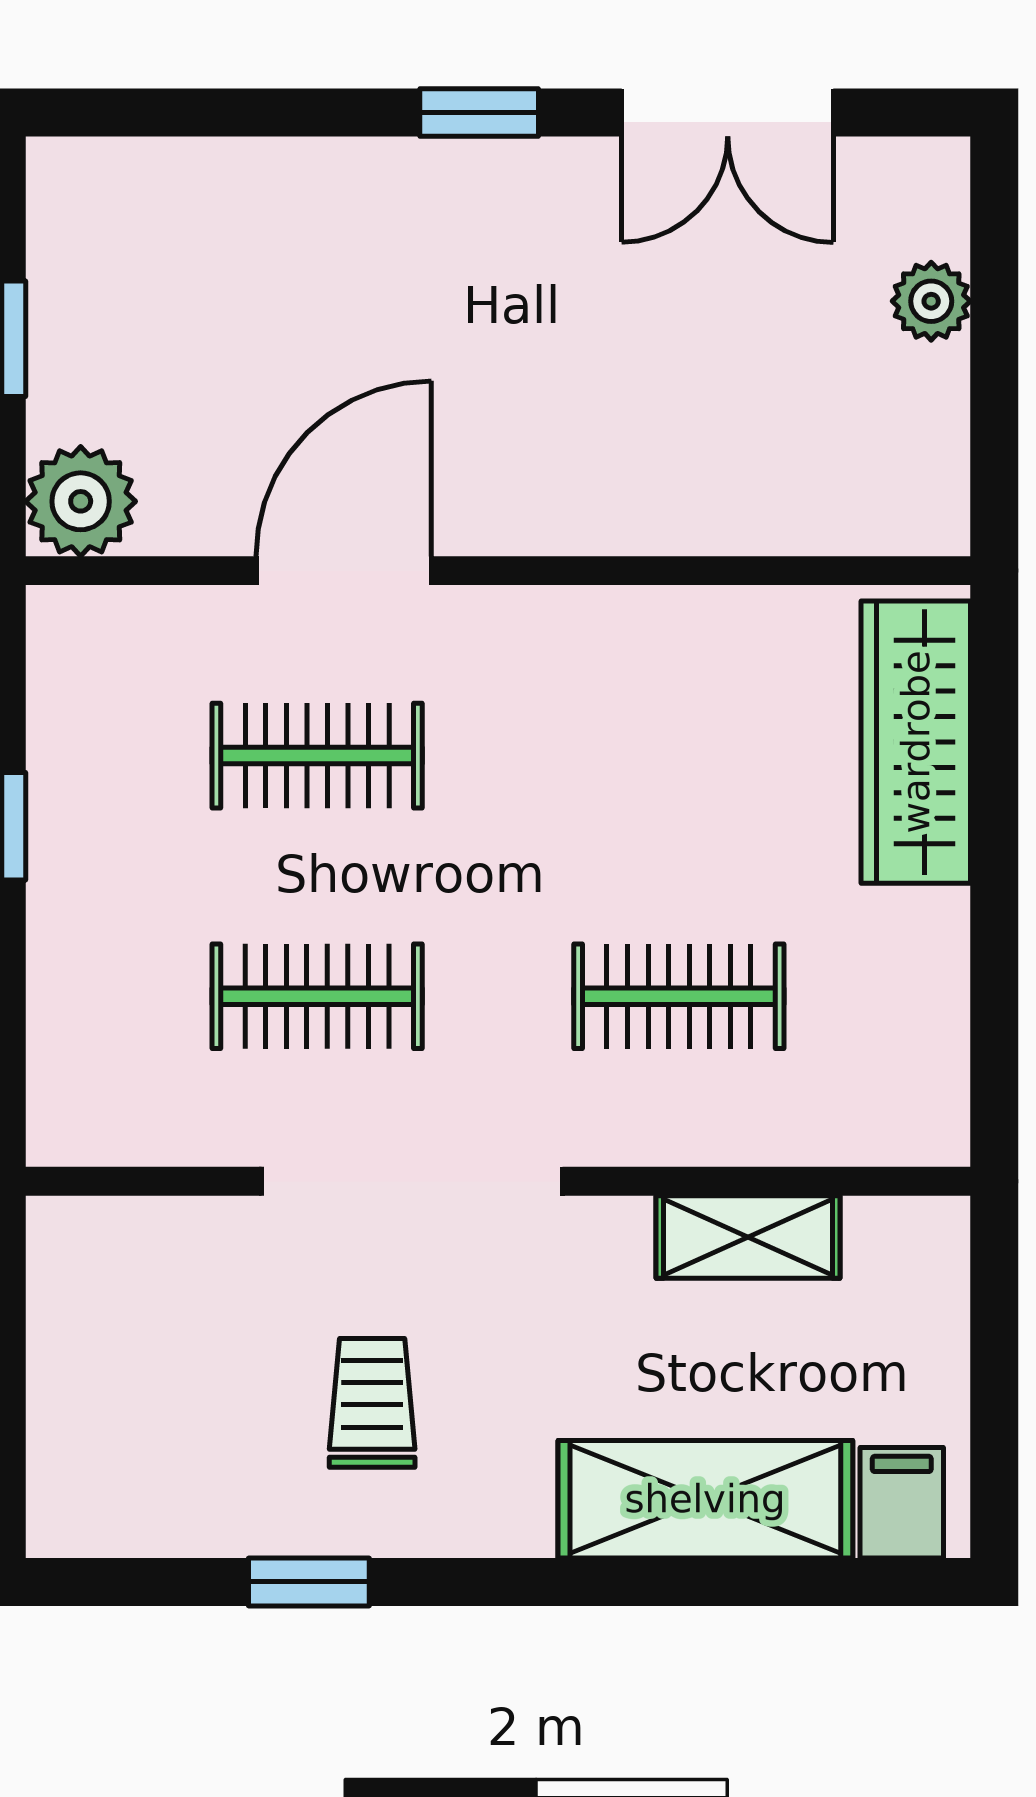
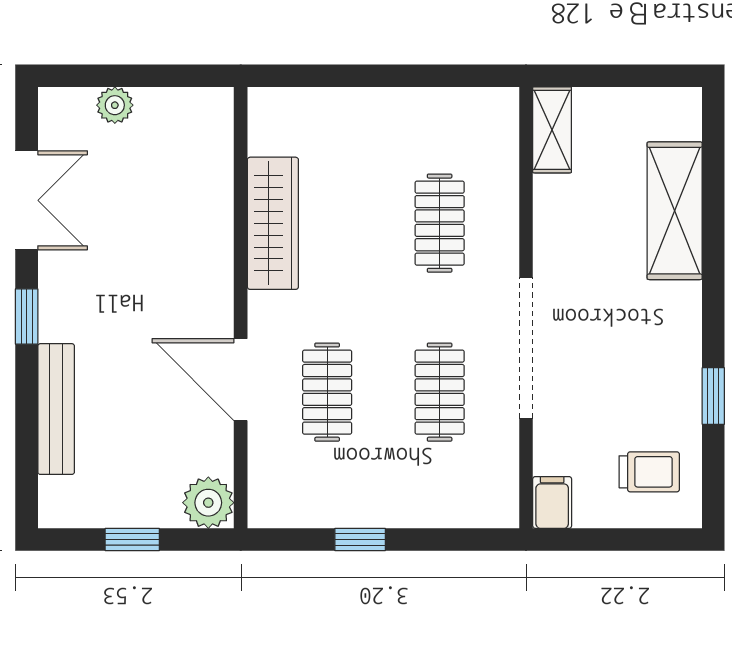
bench: (281, 176) -> (56, 409), added
wardrobe: (916, 742) -> (273, 223), moved, turned -90
shelving: (748, 1237) -> (552, 130), moved
trolley: (372, 1403) -> (649, 472), moved, turned 180
filing cabinet: (902, 1503) -> (552, 502), moved, turned 90

